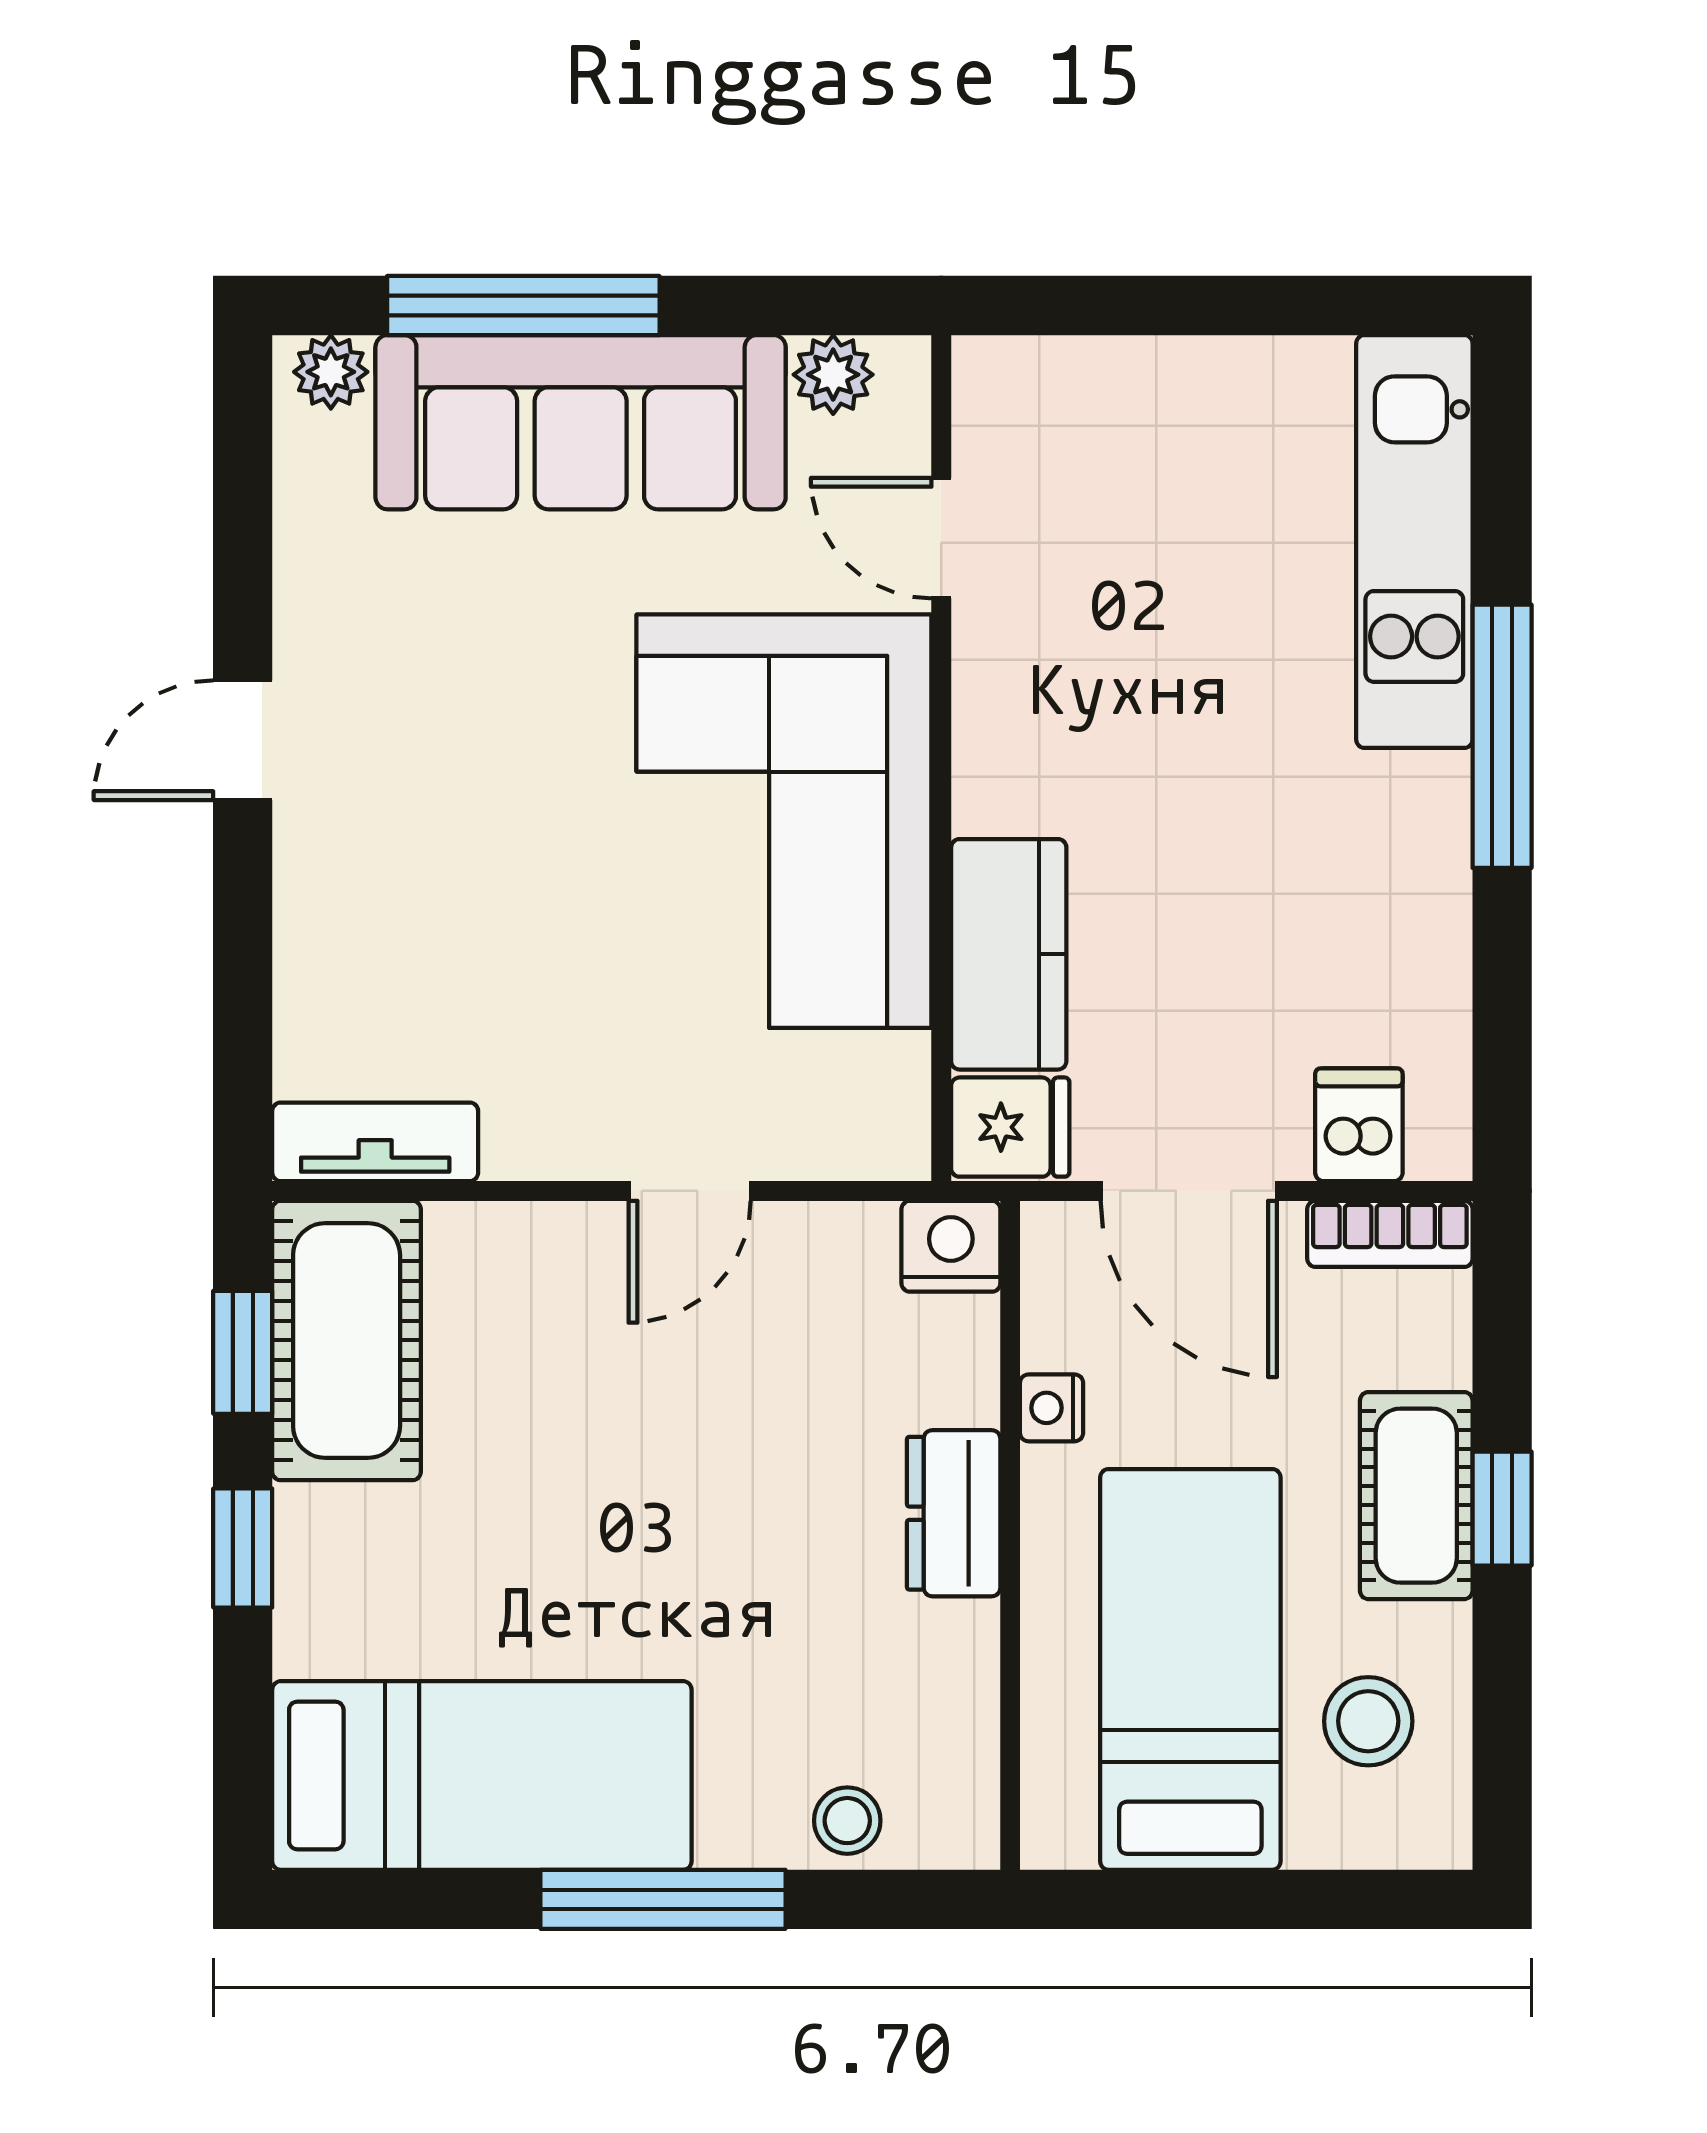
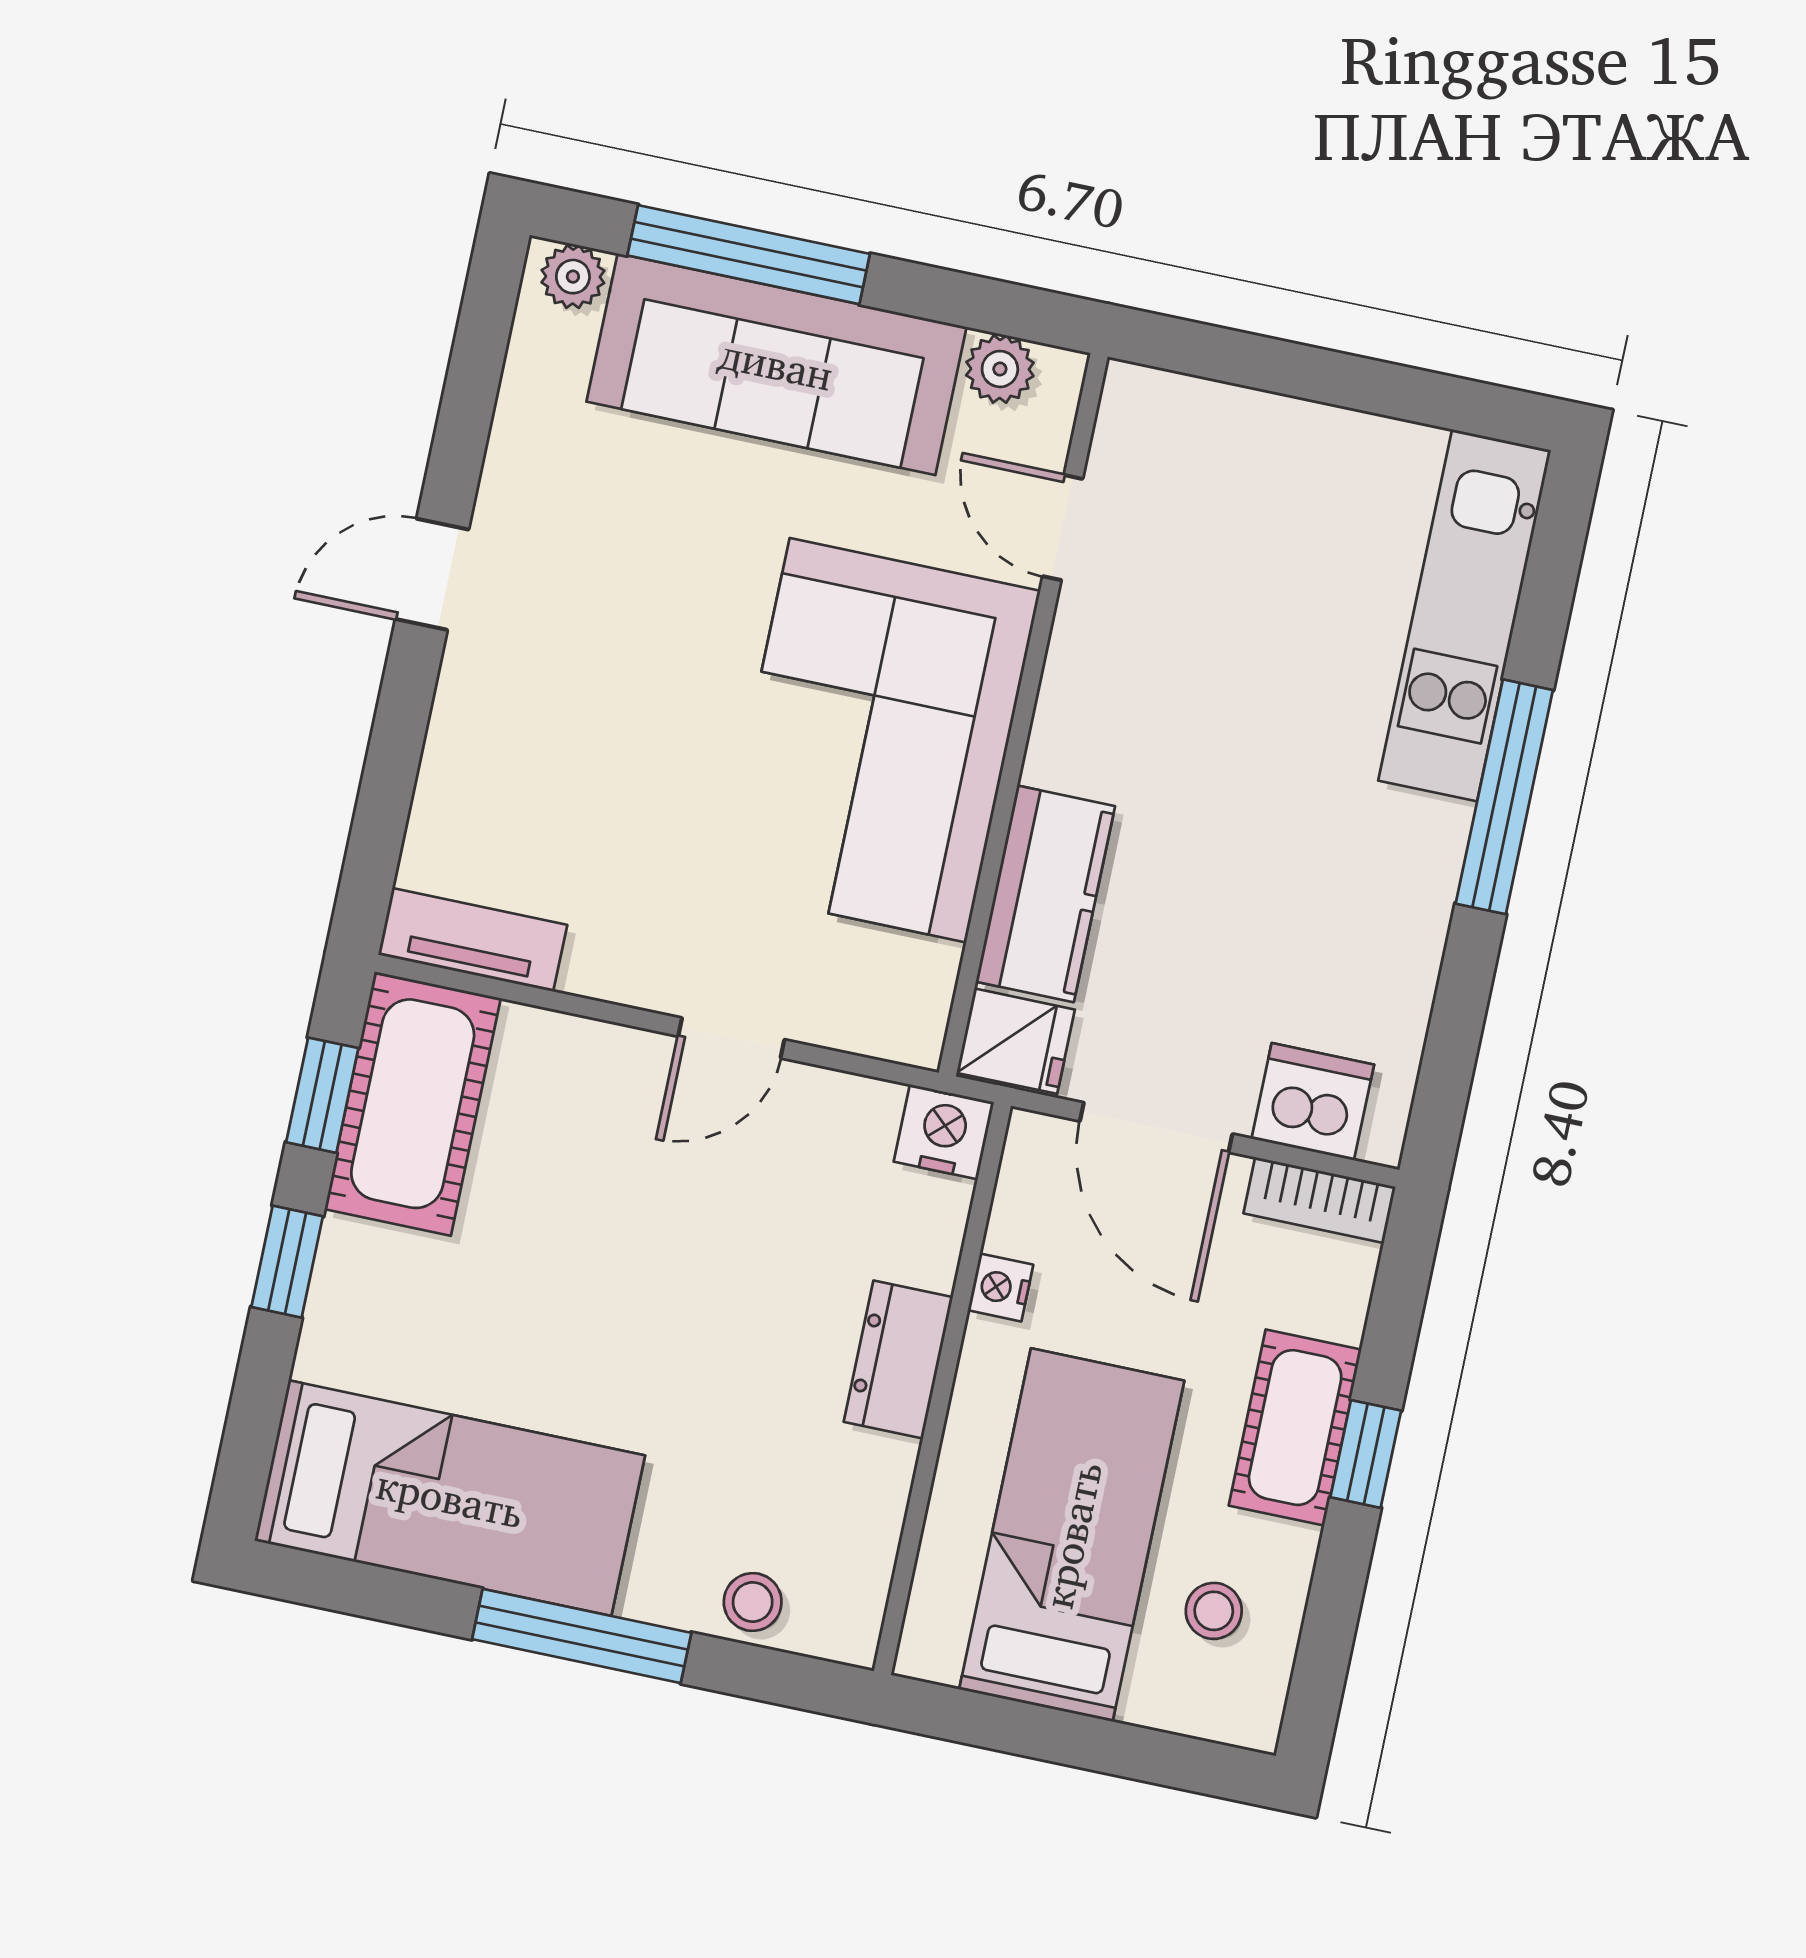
dishwasher: (1359, 1125) -> (1313, 1102), width x1.38
stool: (1368, 1721) -> (1214, 1611), width x0.73, depth x0.73

